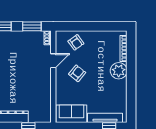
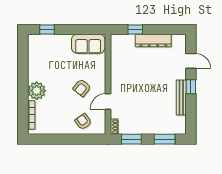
tv unit: (105, 118) -> (52, 39), removed

